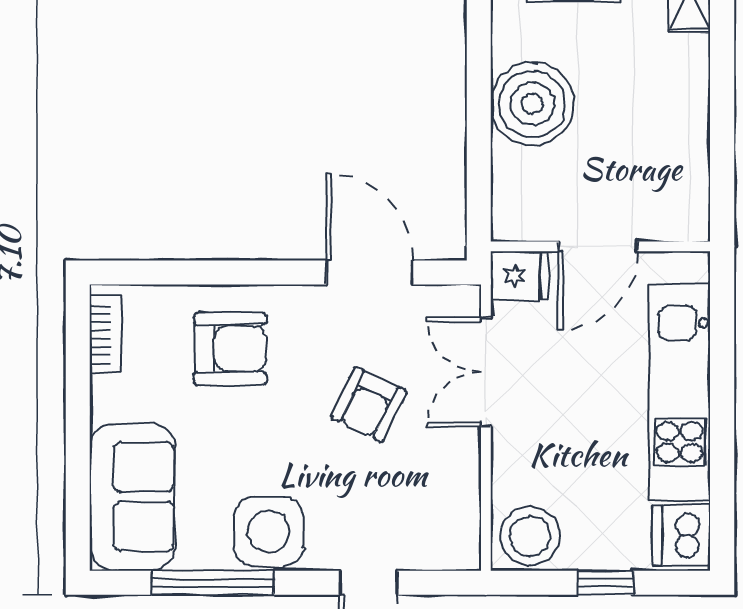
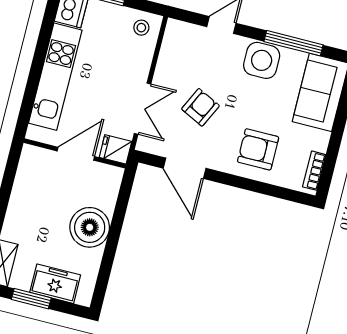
stool: (530, 536) -> (141, 28), width x0.53, depth x0.53

